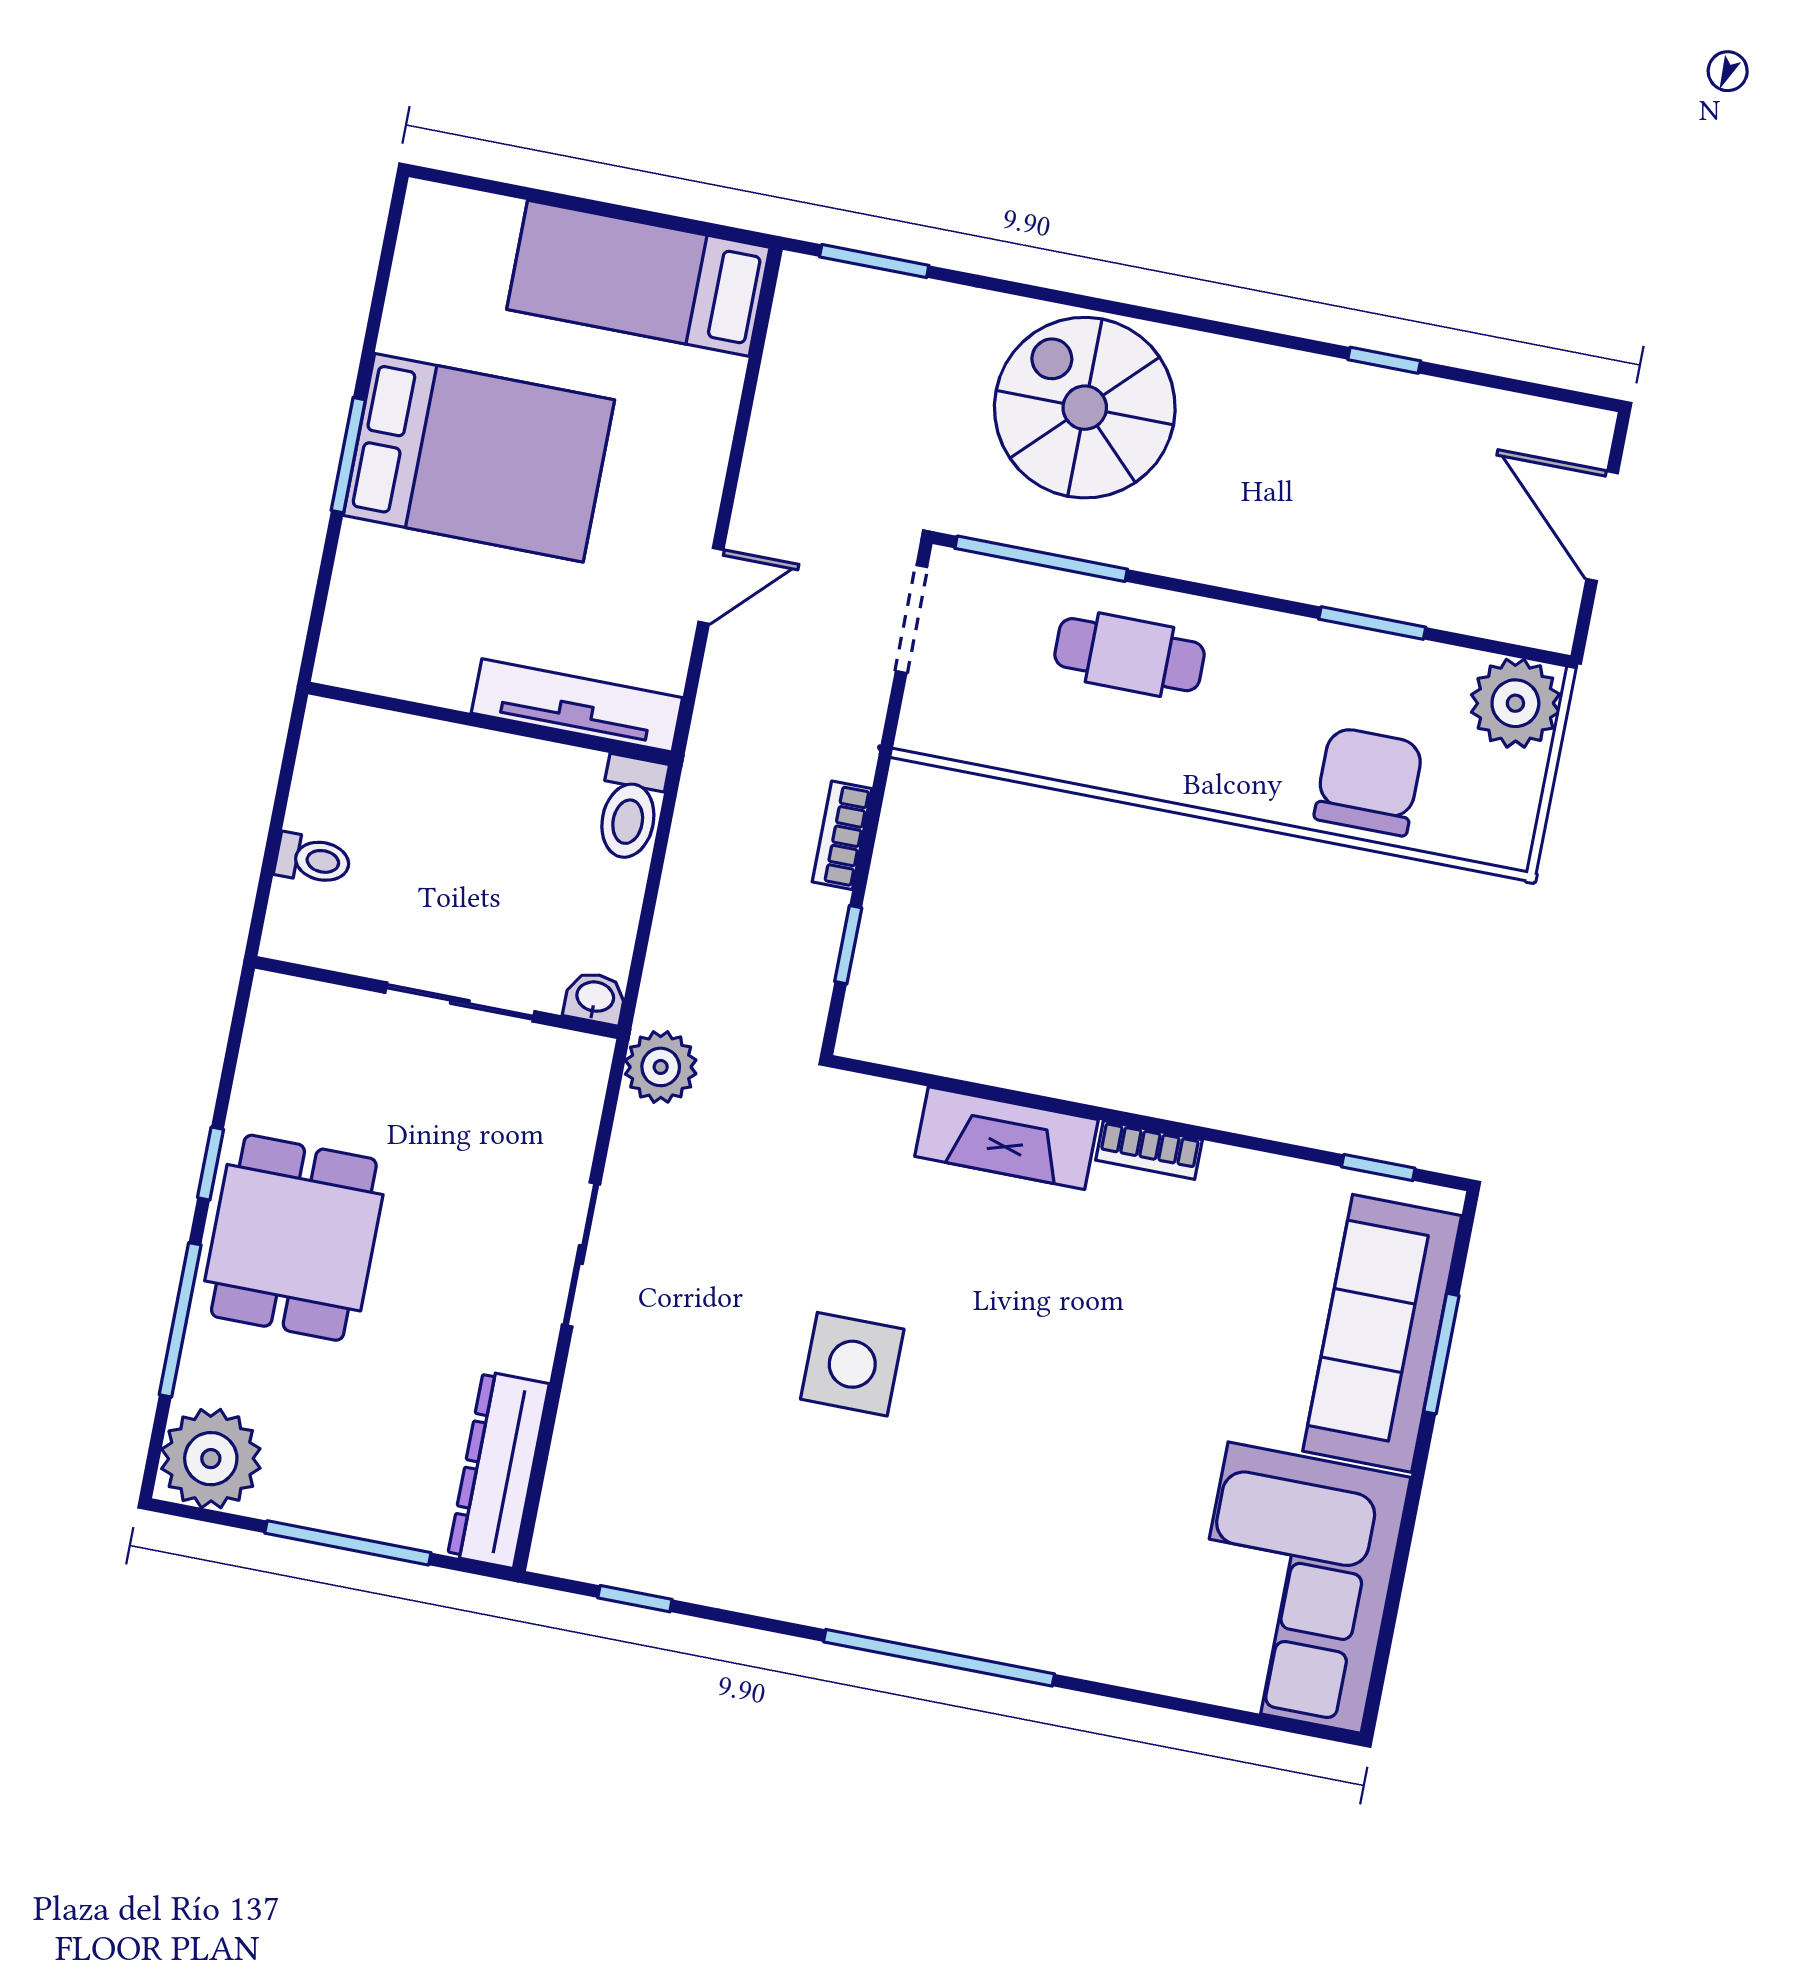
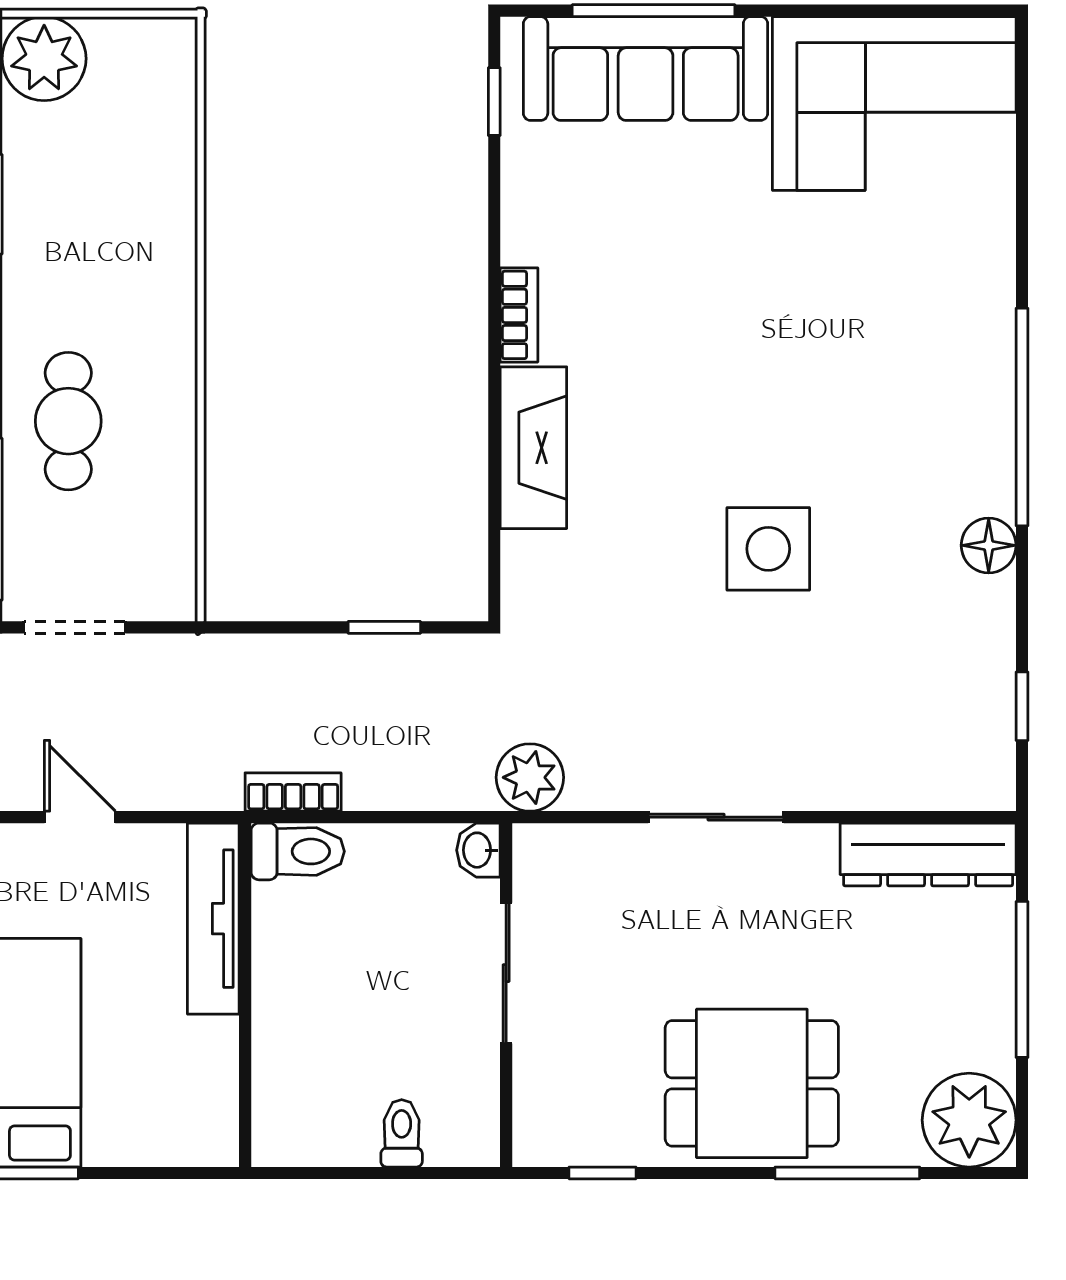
chair: (1369, 781) -> (142, 179), removed
bookcase: (842, 835) -> (293, 792), moved, turned 180
window: (211, 1163) -> (602, 1173), moved
window: (1441, 1354) -> (654, 11), width x1.44
floor lamp: (811, 1596) -> (989, 545), added

